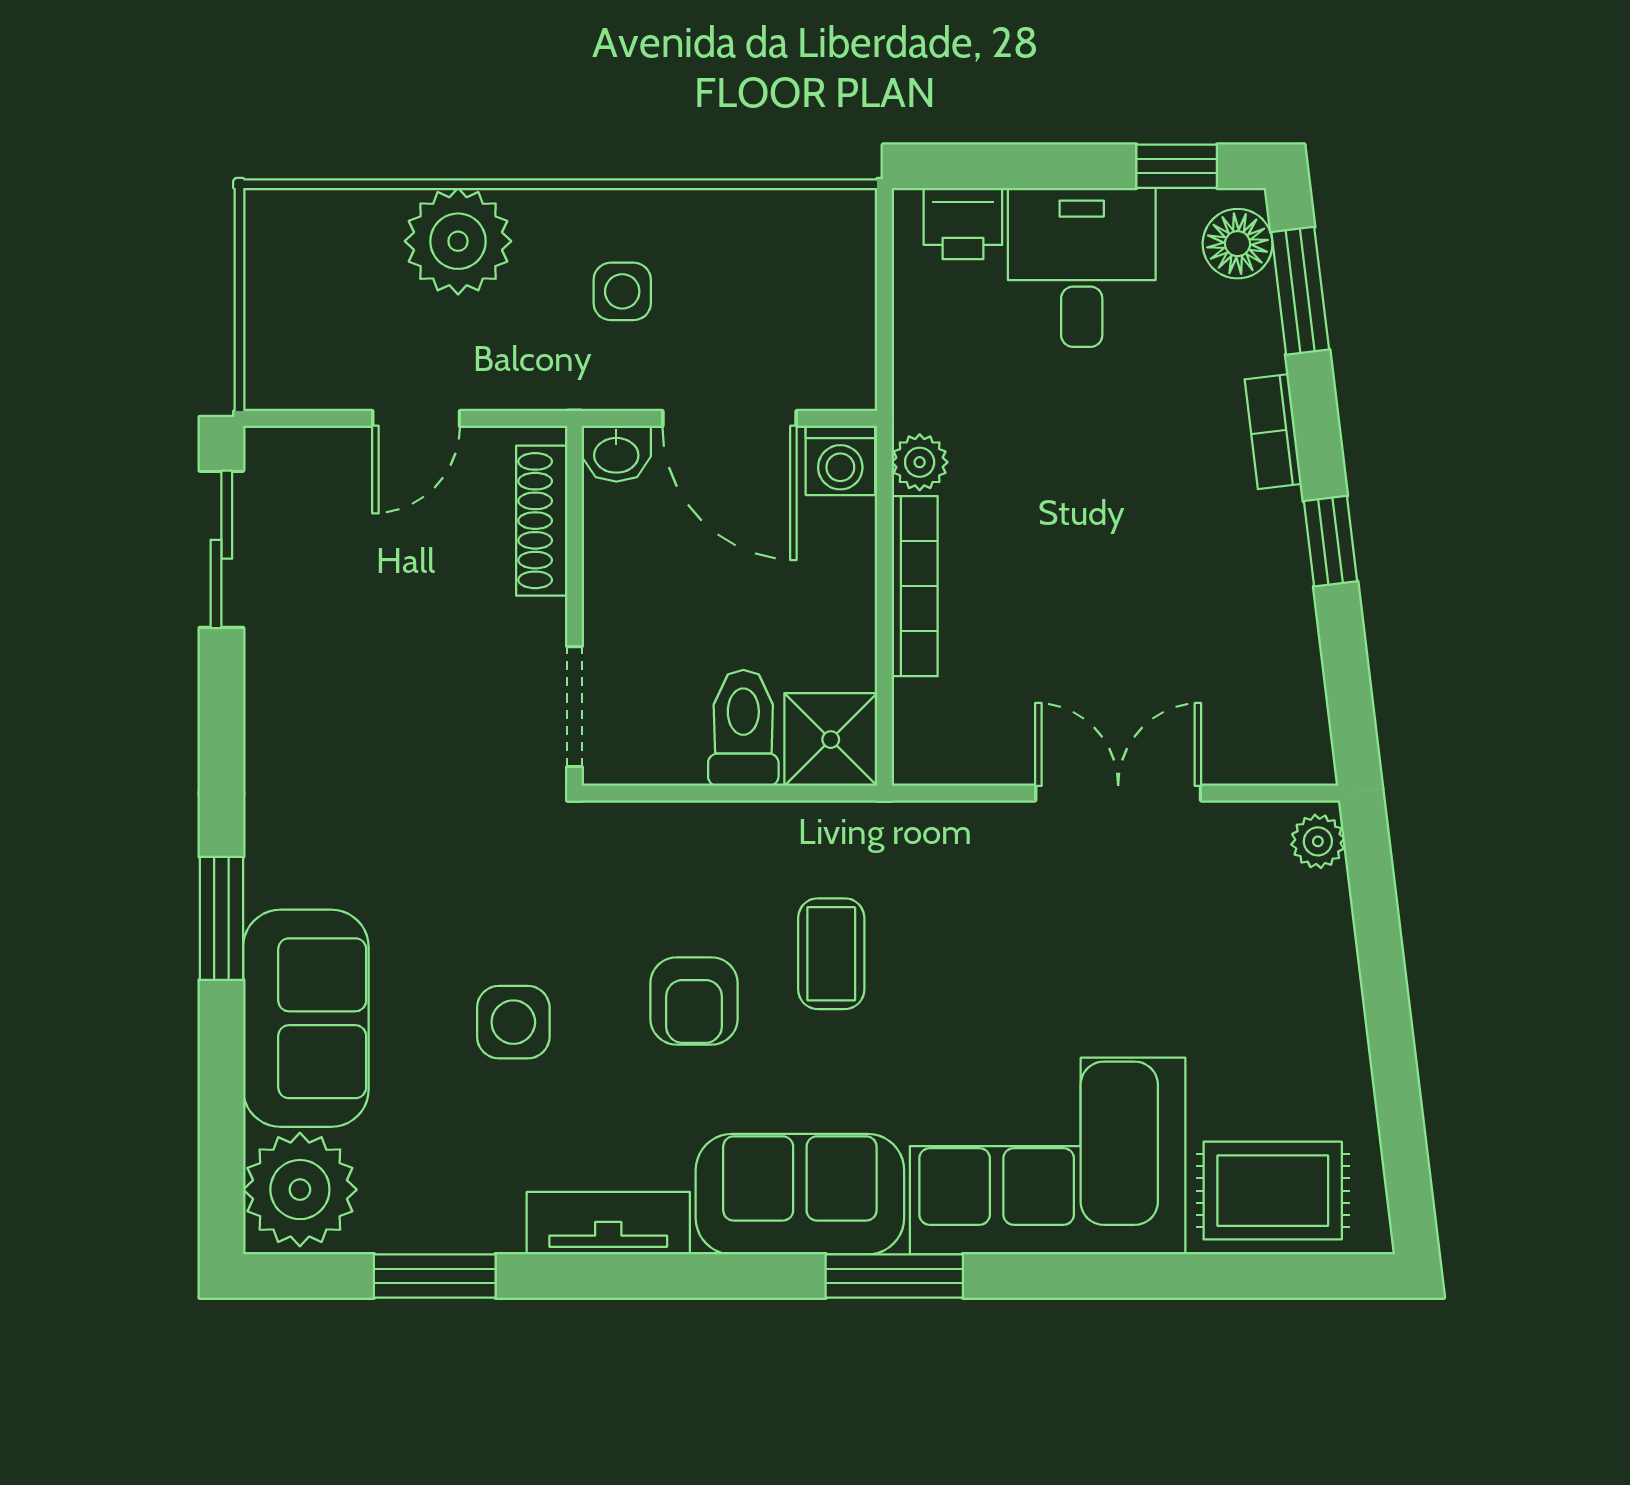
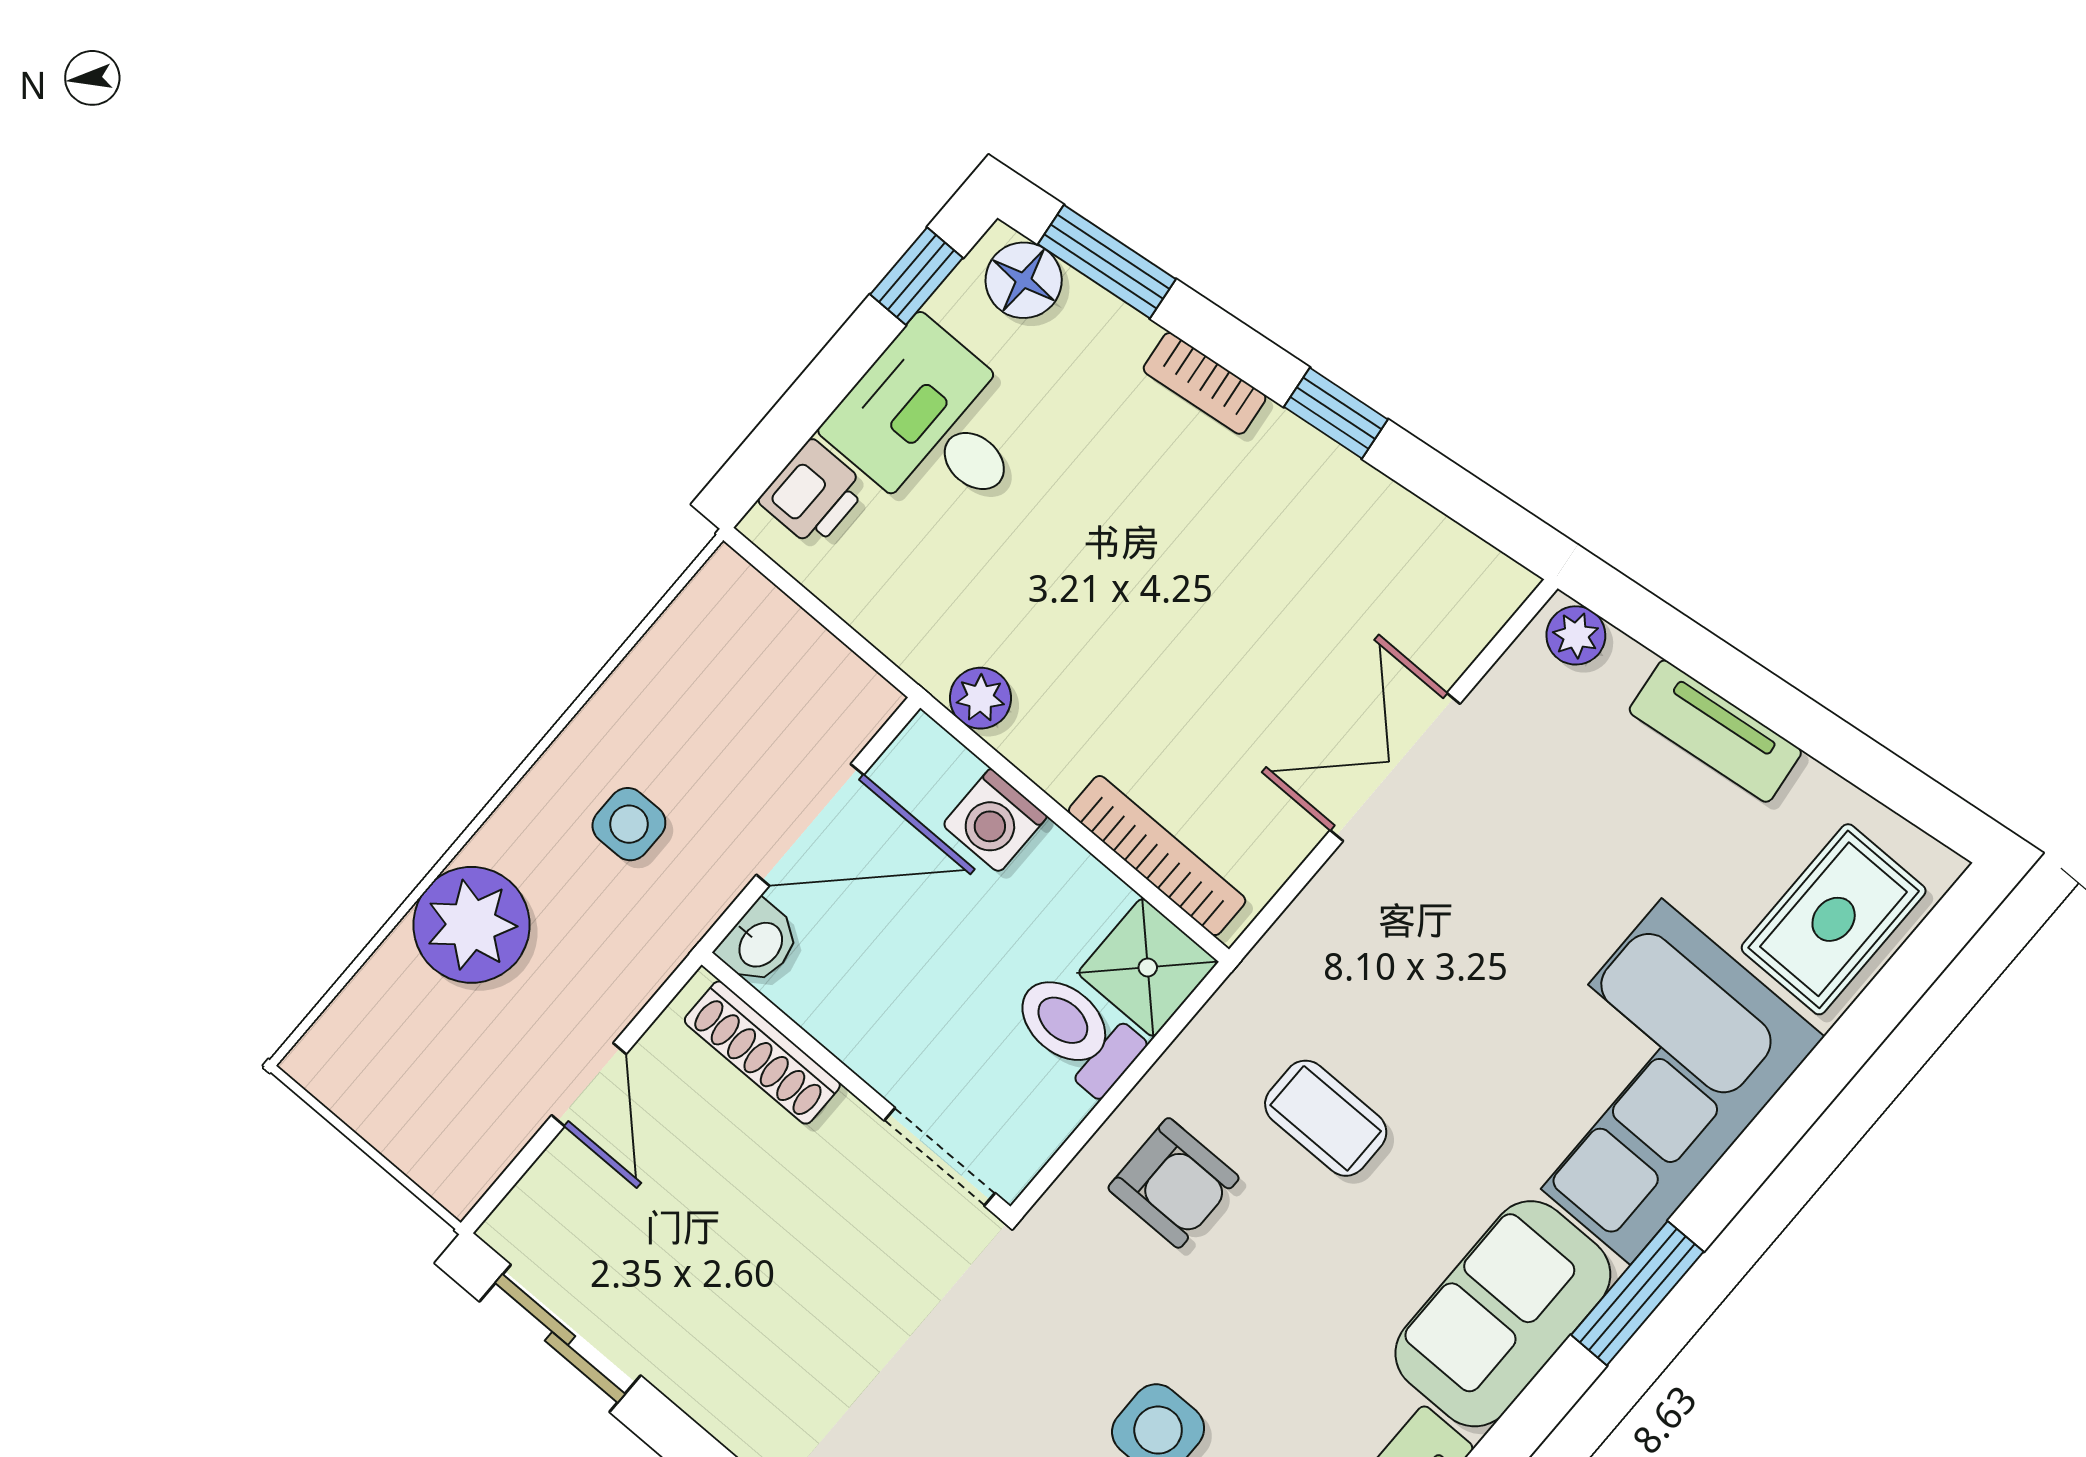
washing machine: (840, 460) -> (995, 821), moved, turned 90
bookcase: (915, 586) -> (1157, 856), moved
tv unit: (1334, 996) -> (1715, 731), added
armchair: (694, 1001) -> (1173, 1183), moved

